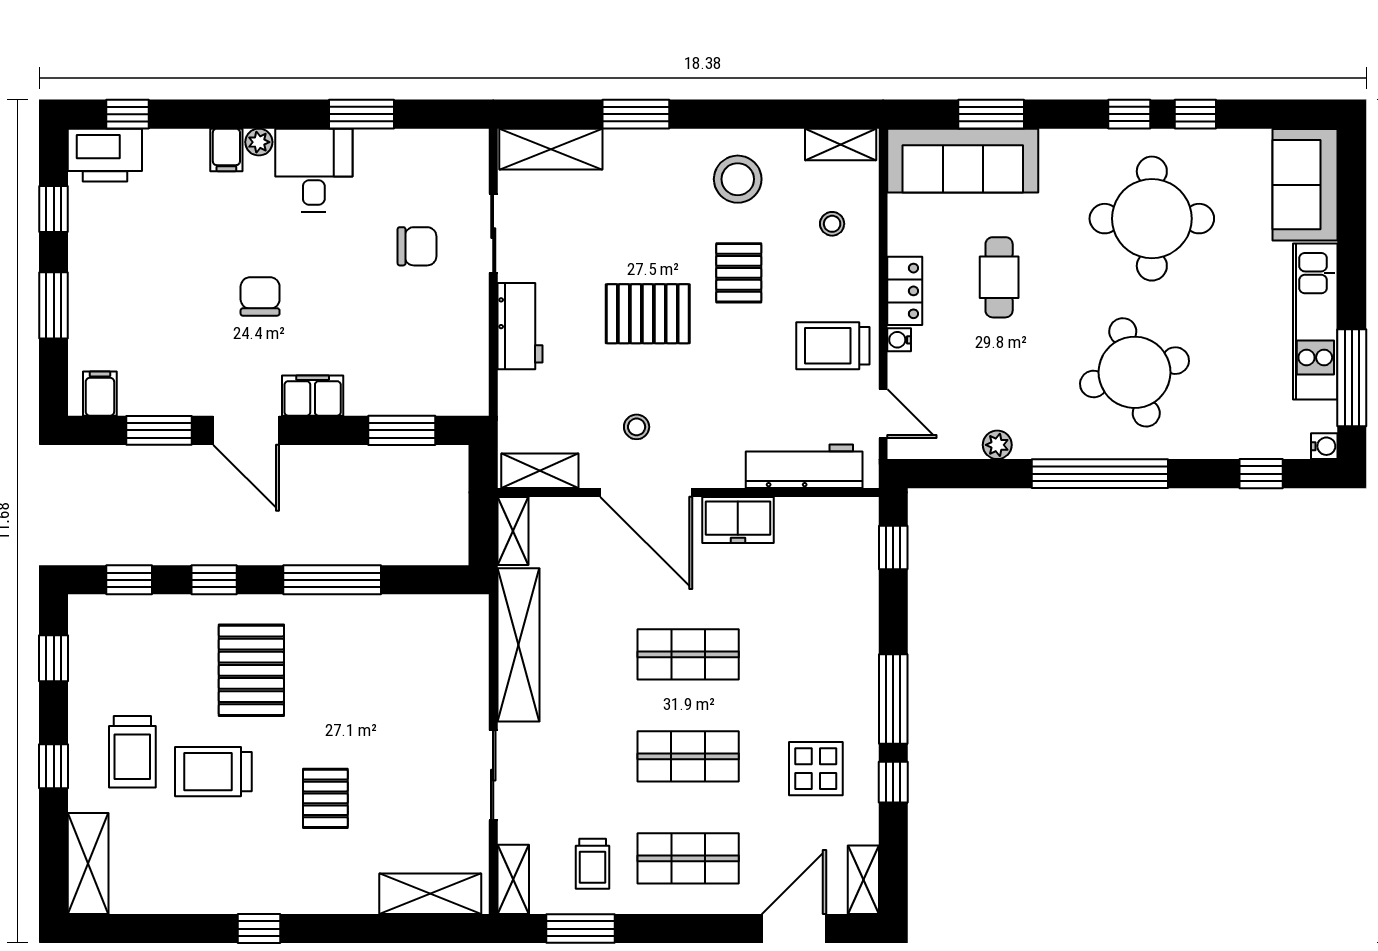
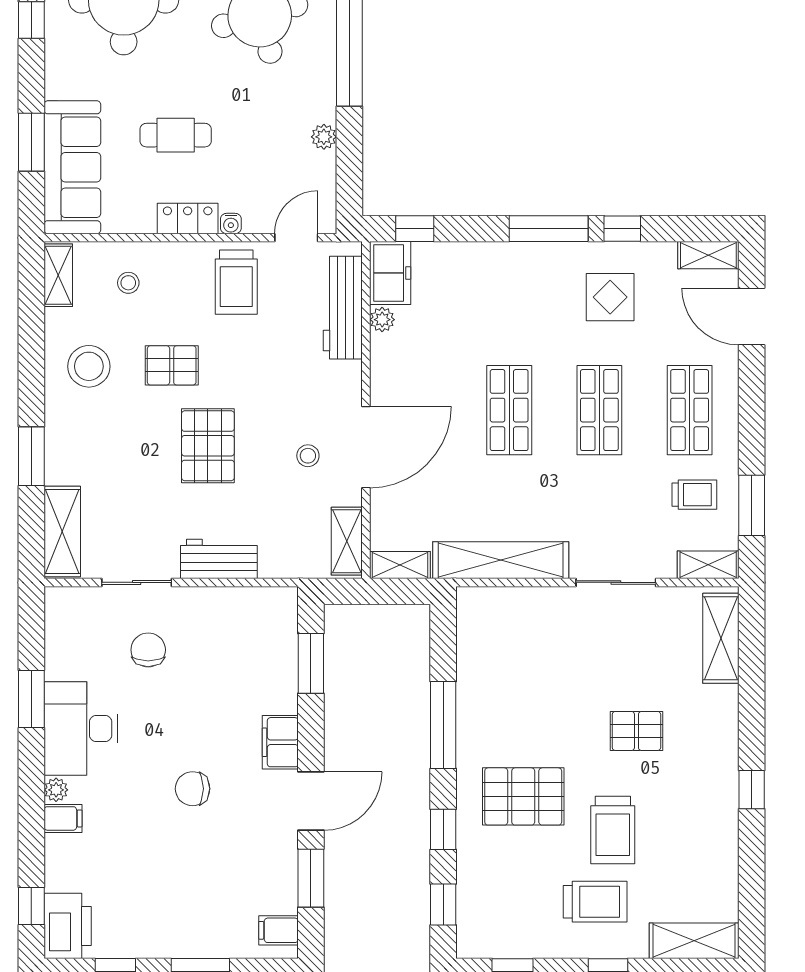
desk: (314, 170) -> (81, 728), width x1.37
plant: (791, 511) -> (382, 320), added
freezer: (738, 520) -> (390, 273), moved

